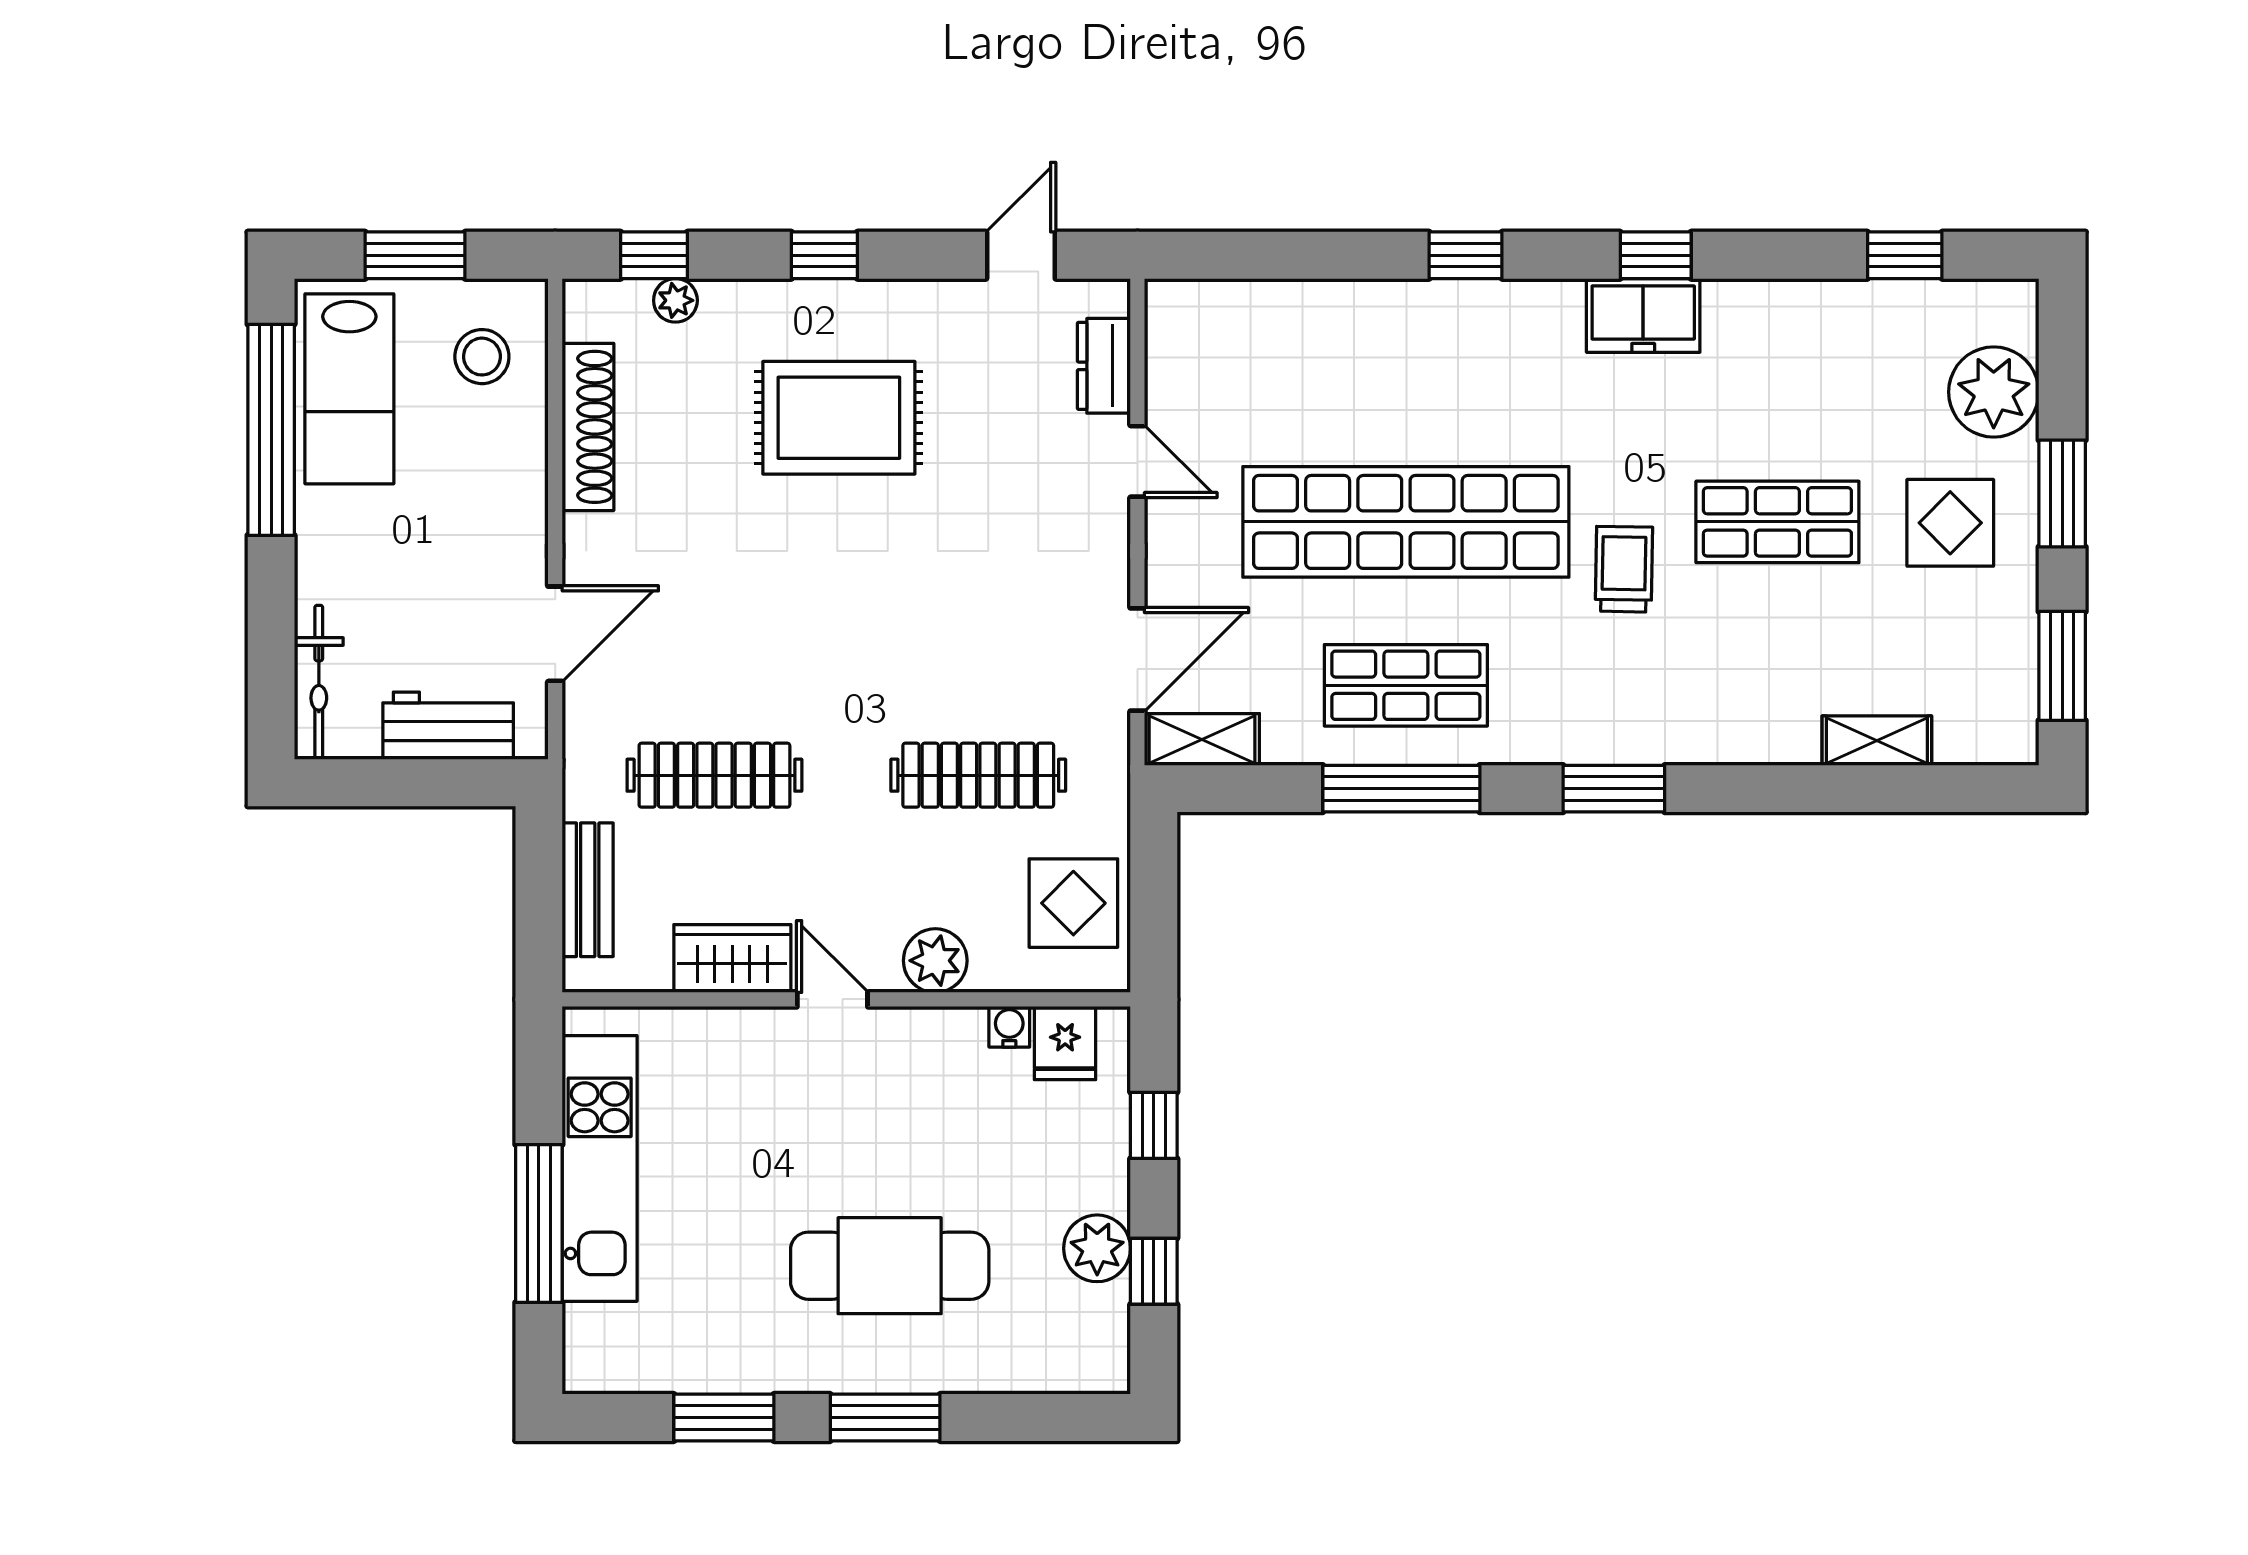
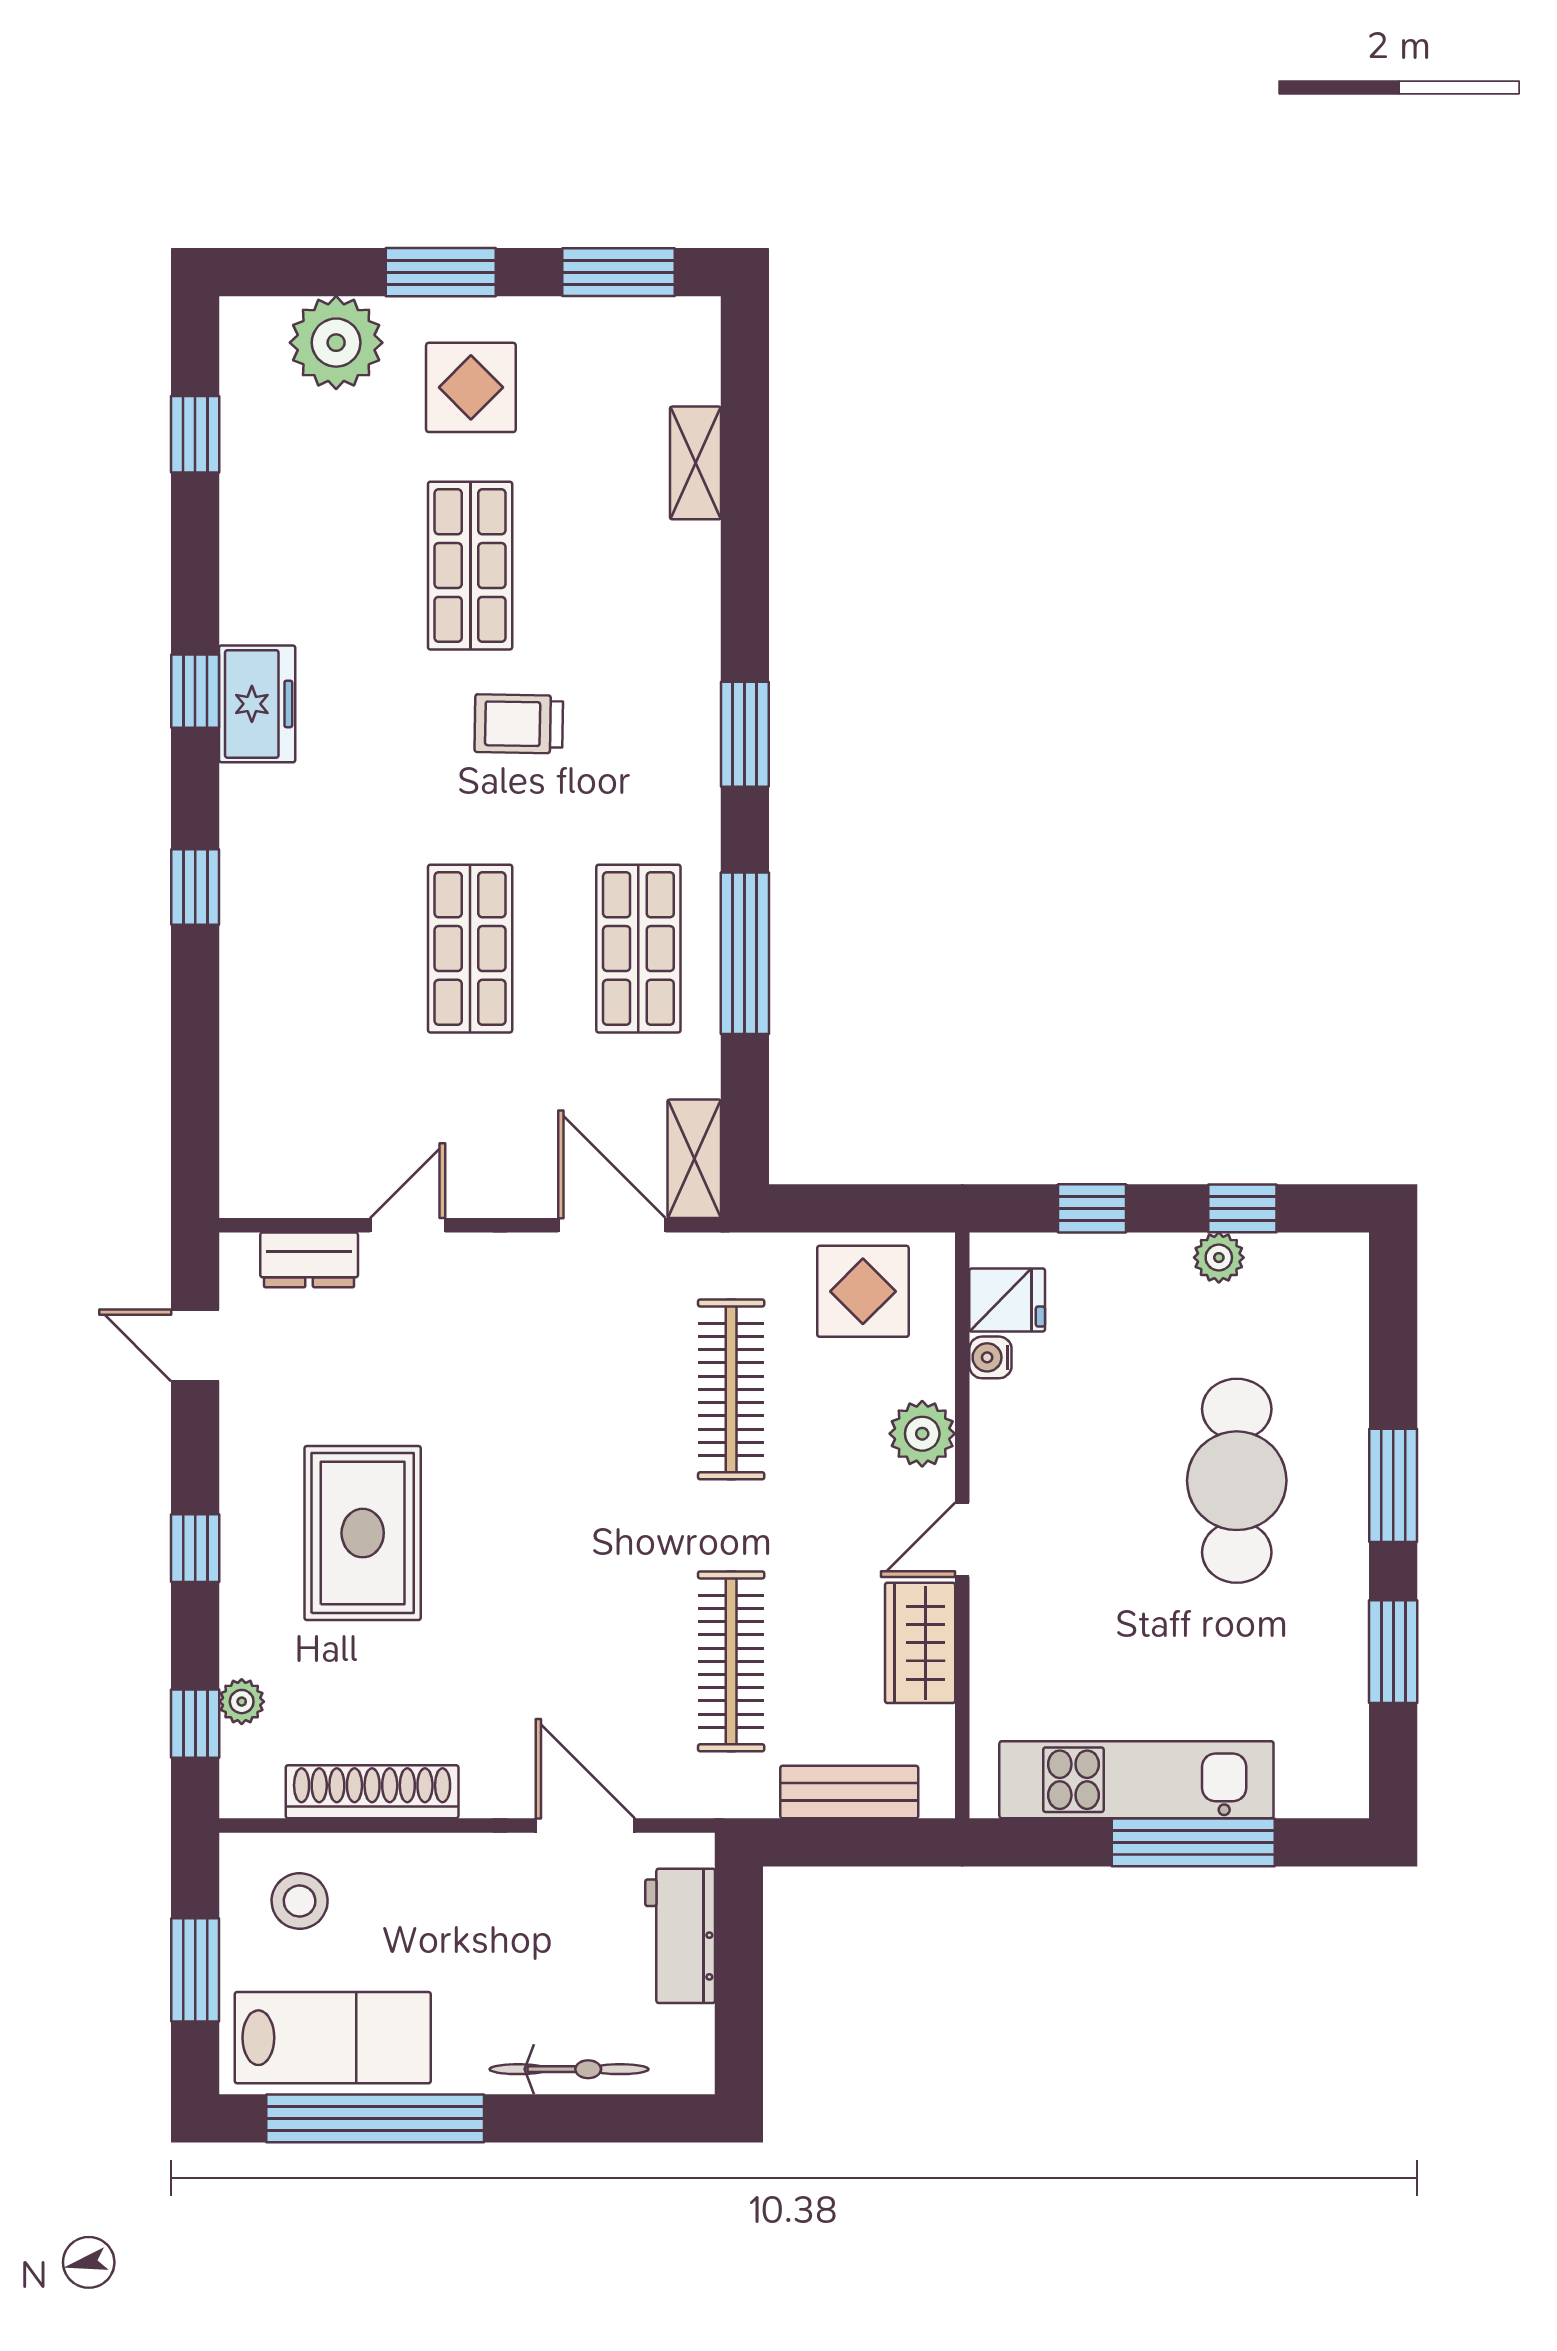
shop shelf: (1406, 522) -> (470, 949), width x0.50, depth x0.74
bicycle: (319, 682) -> (569, 2069), moved
plant: (1097, 1248) -> (1219, 1258), width x0.73, depth x0.73

